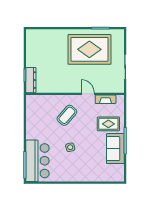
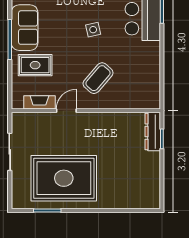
door: (88, 94) -> (66, 111), swing flipped

